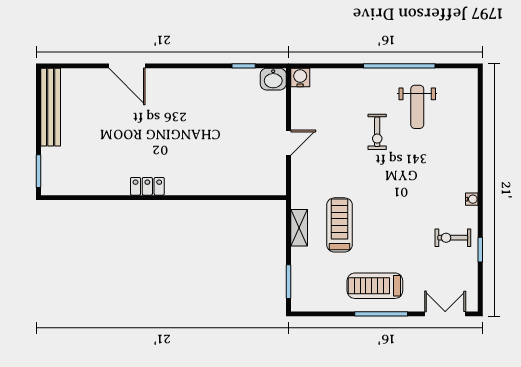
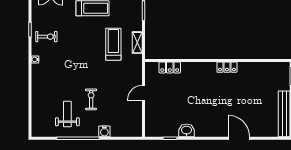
water cooler: (300, 77) -> (104, 131), moved
washbasin: (273, 79) -> (187, 130), moved
locker: (244, 186) -> (170, 67), added
treadmill: (339, 225) -> (113, 44), turned 180

